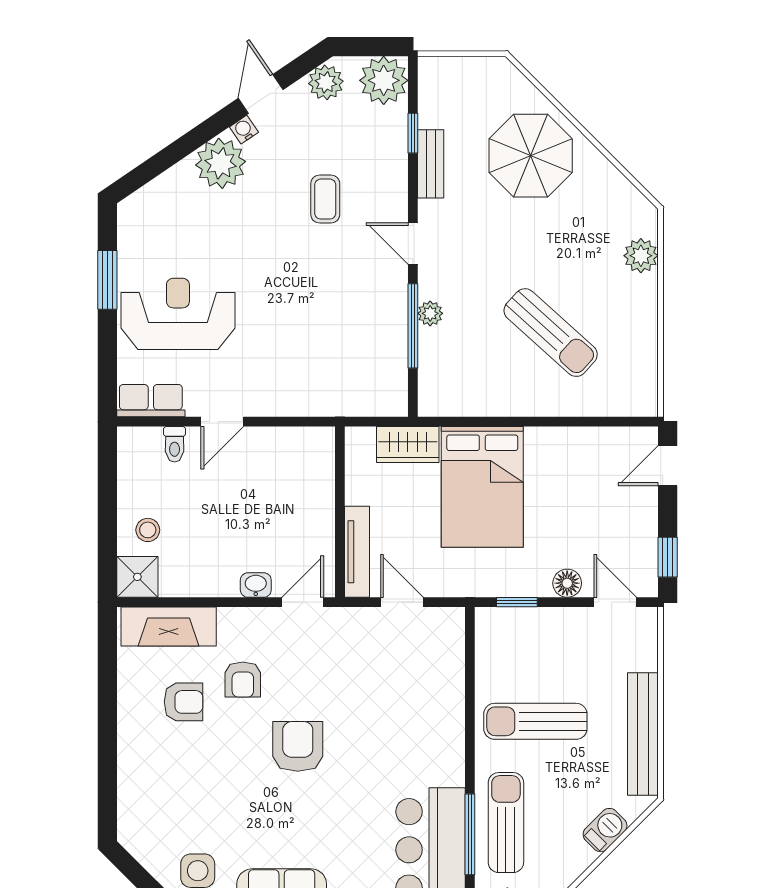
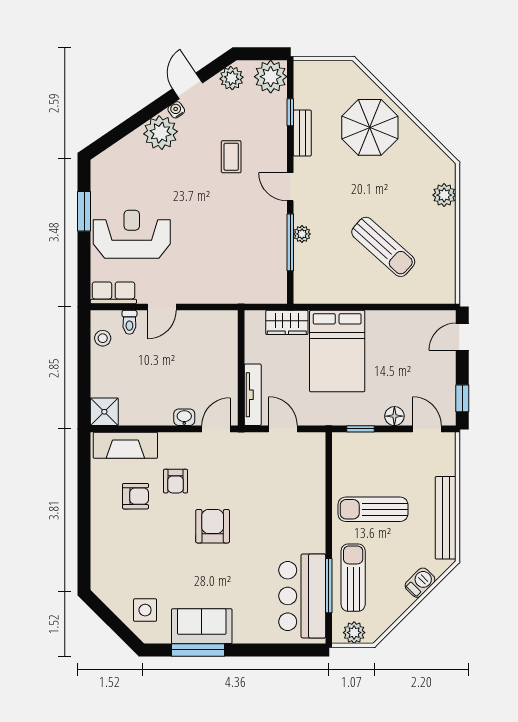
stool: (148, 530) -> (103, 338), moved

